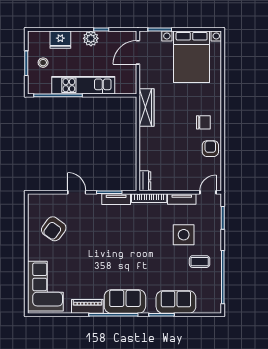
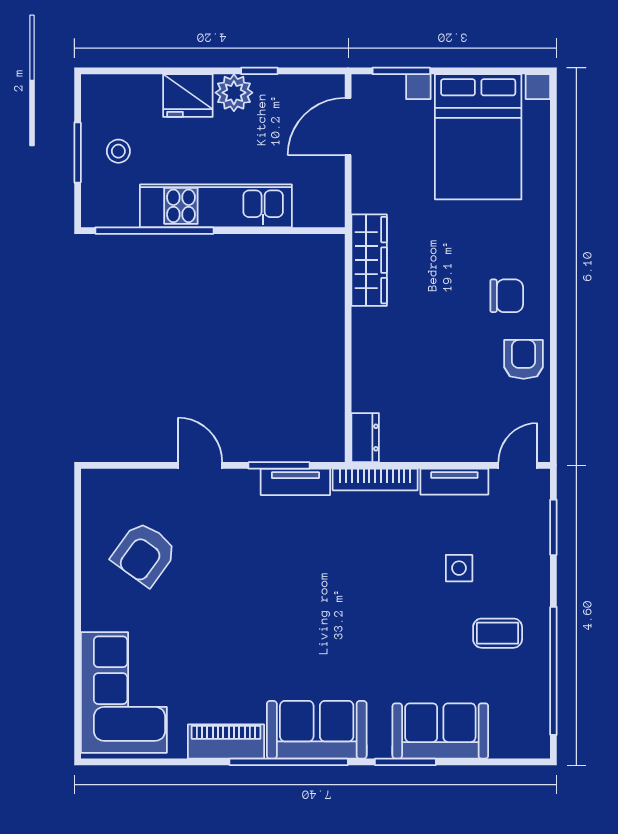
fridge: (60, 40) -> (188, 96), moved
side table: (184, 235) -> (459, 568), width x0.54, depth x0.54

